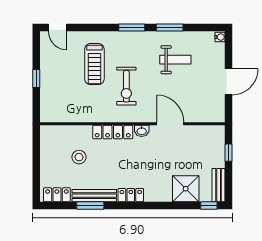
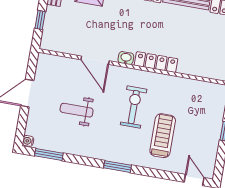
window: (170, 28) -> (49, 155), moved
weight bench: (175, 60) -> (77, 110), moved
stool: (79, 157) -> (195, 42), removed

